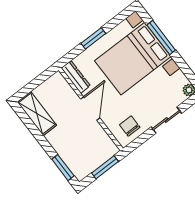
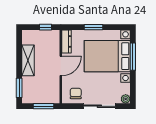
window: (41, 79) -> (46, 27), added
shelving: (37, 114) -> (28, 60), moved
sliding door: (166, 120) -> (99, 106), width x1.37

